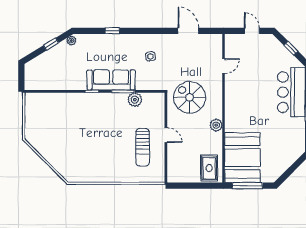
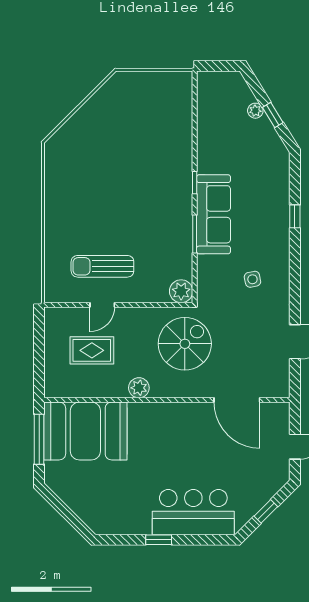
plant: (71, 41) -> (255, 111), moved
door: (224, 66) -> (237, 400), width x1.87
plant: (135, 100) -> (181, 291), moved
door: (166, 135) -> (102, 305), moved
rug: (209, 168) -> (92, 350), moved

